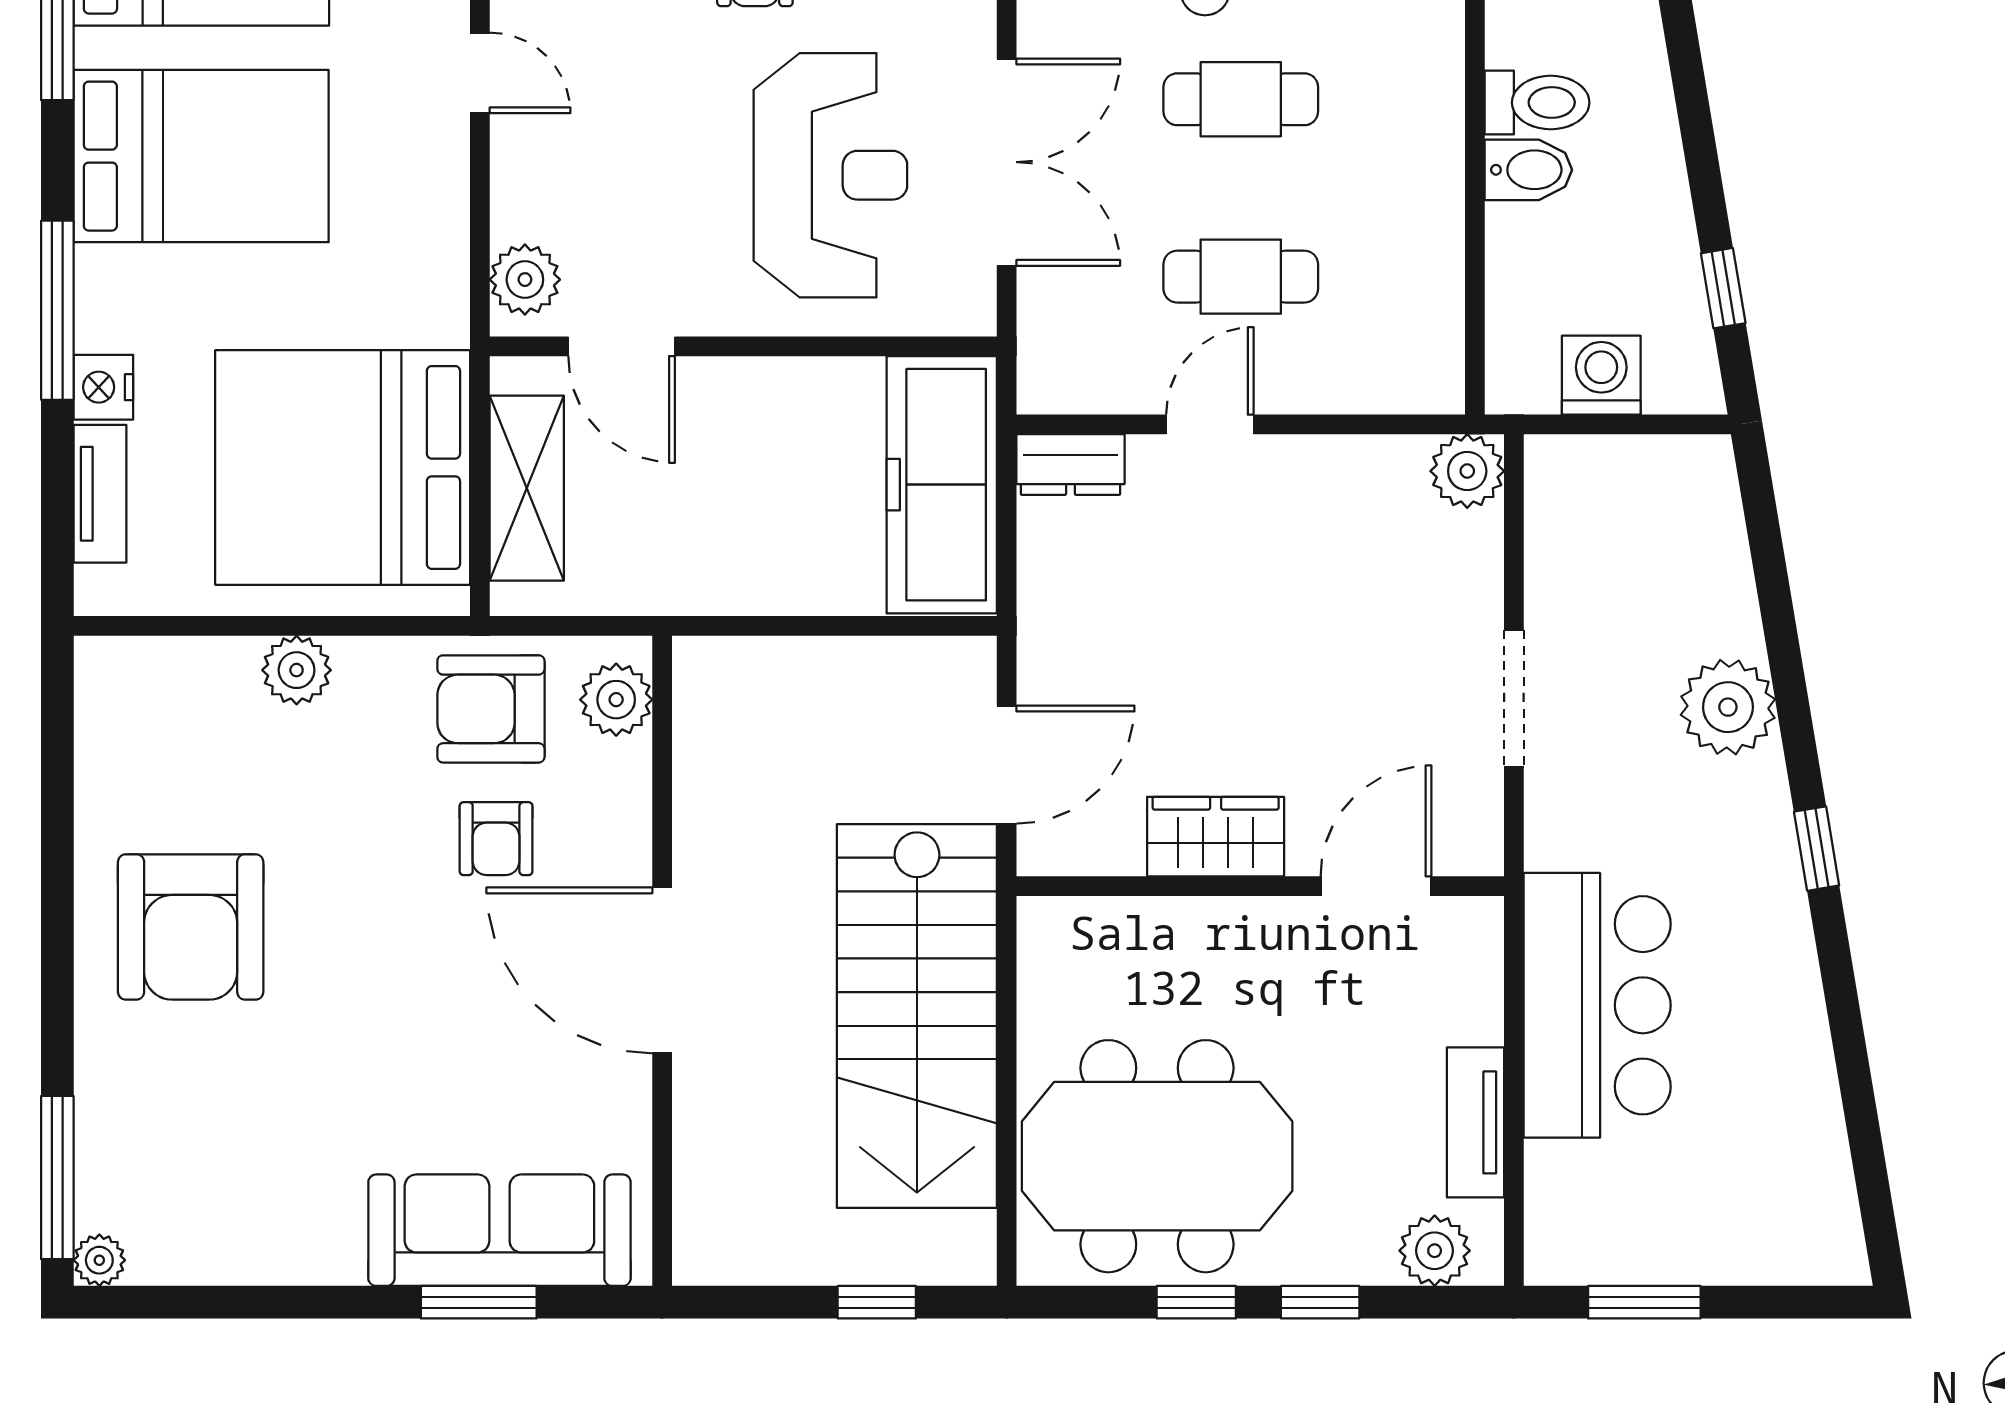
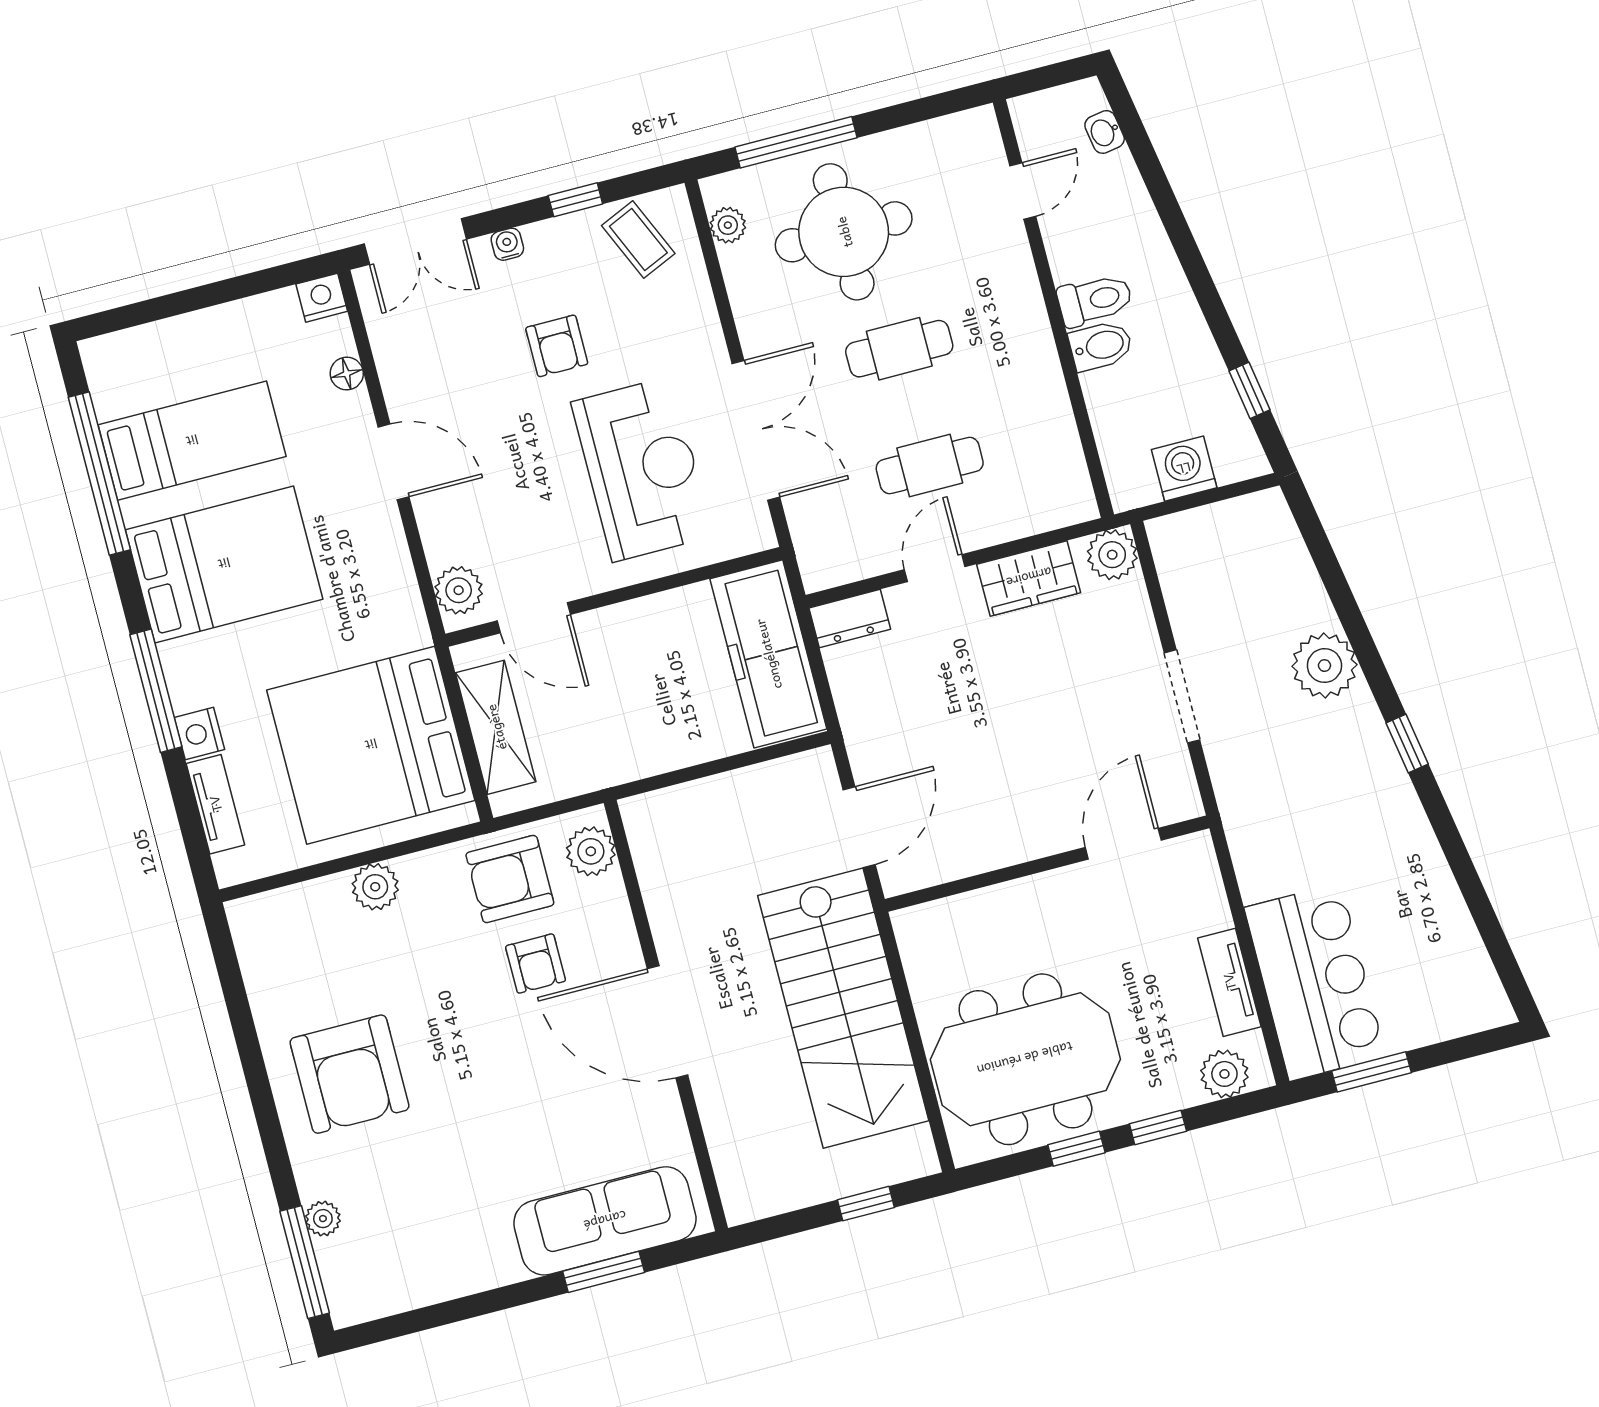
door: (480, 73) -> (394, 462), width x1.38
wardrobe: (1216, 837) -> (1029, 578), moved, turned 180
bar counter: (1597, 1005) -> (1315, 982), moved
plant: (99, 1260) -> (323, 1219), moved

